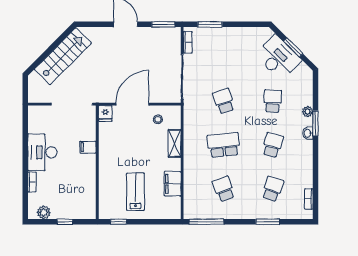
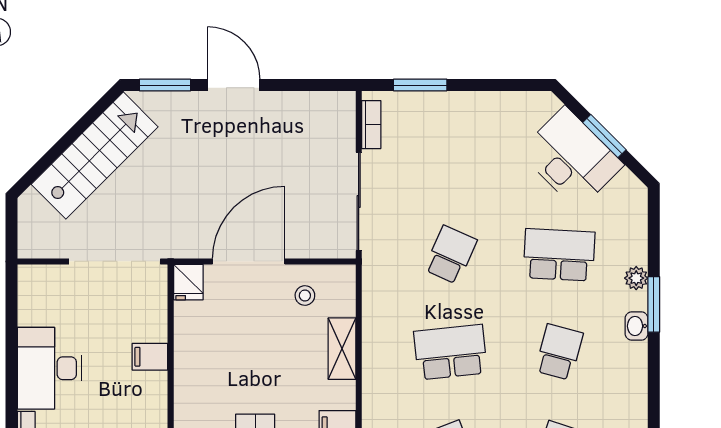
window: (163, 24) -> (165, 85), moved
school desk: (224, 101) -> (450, 255), turned 42
school desk: (273, 101) -> (559, 255), width x1.85

